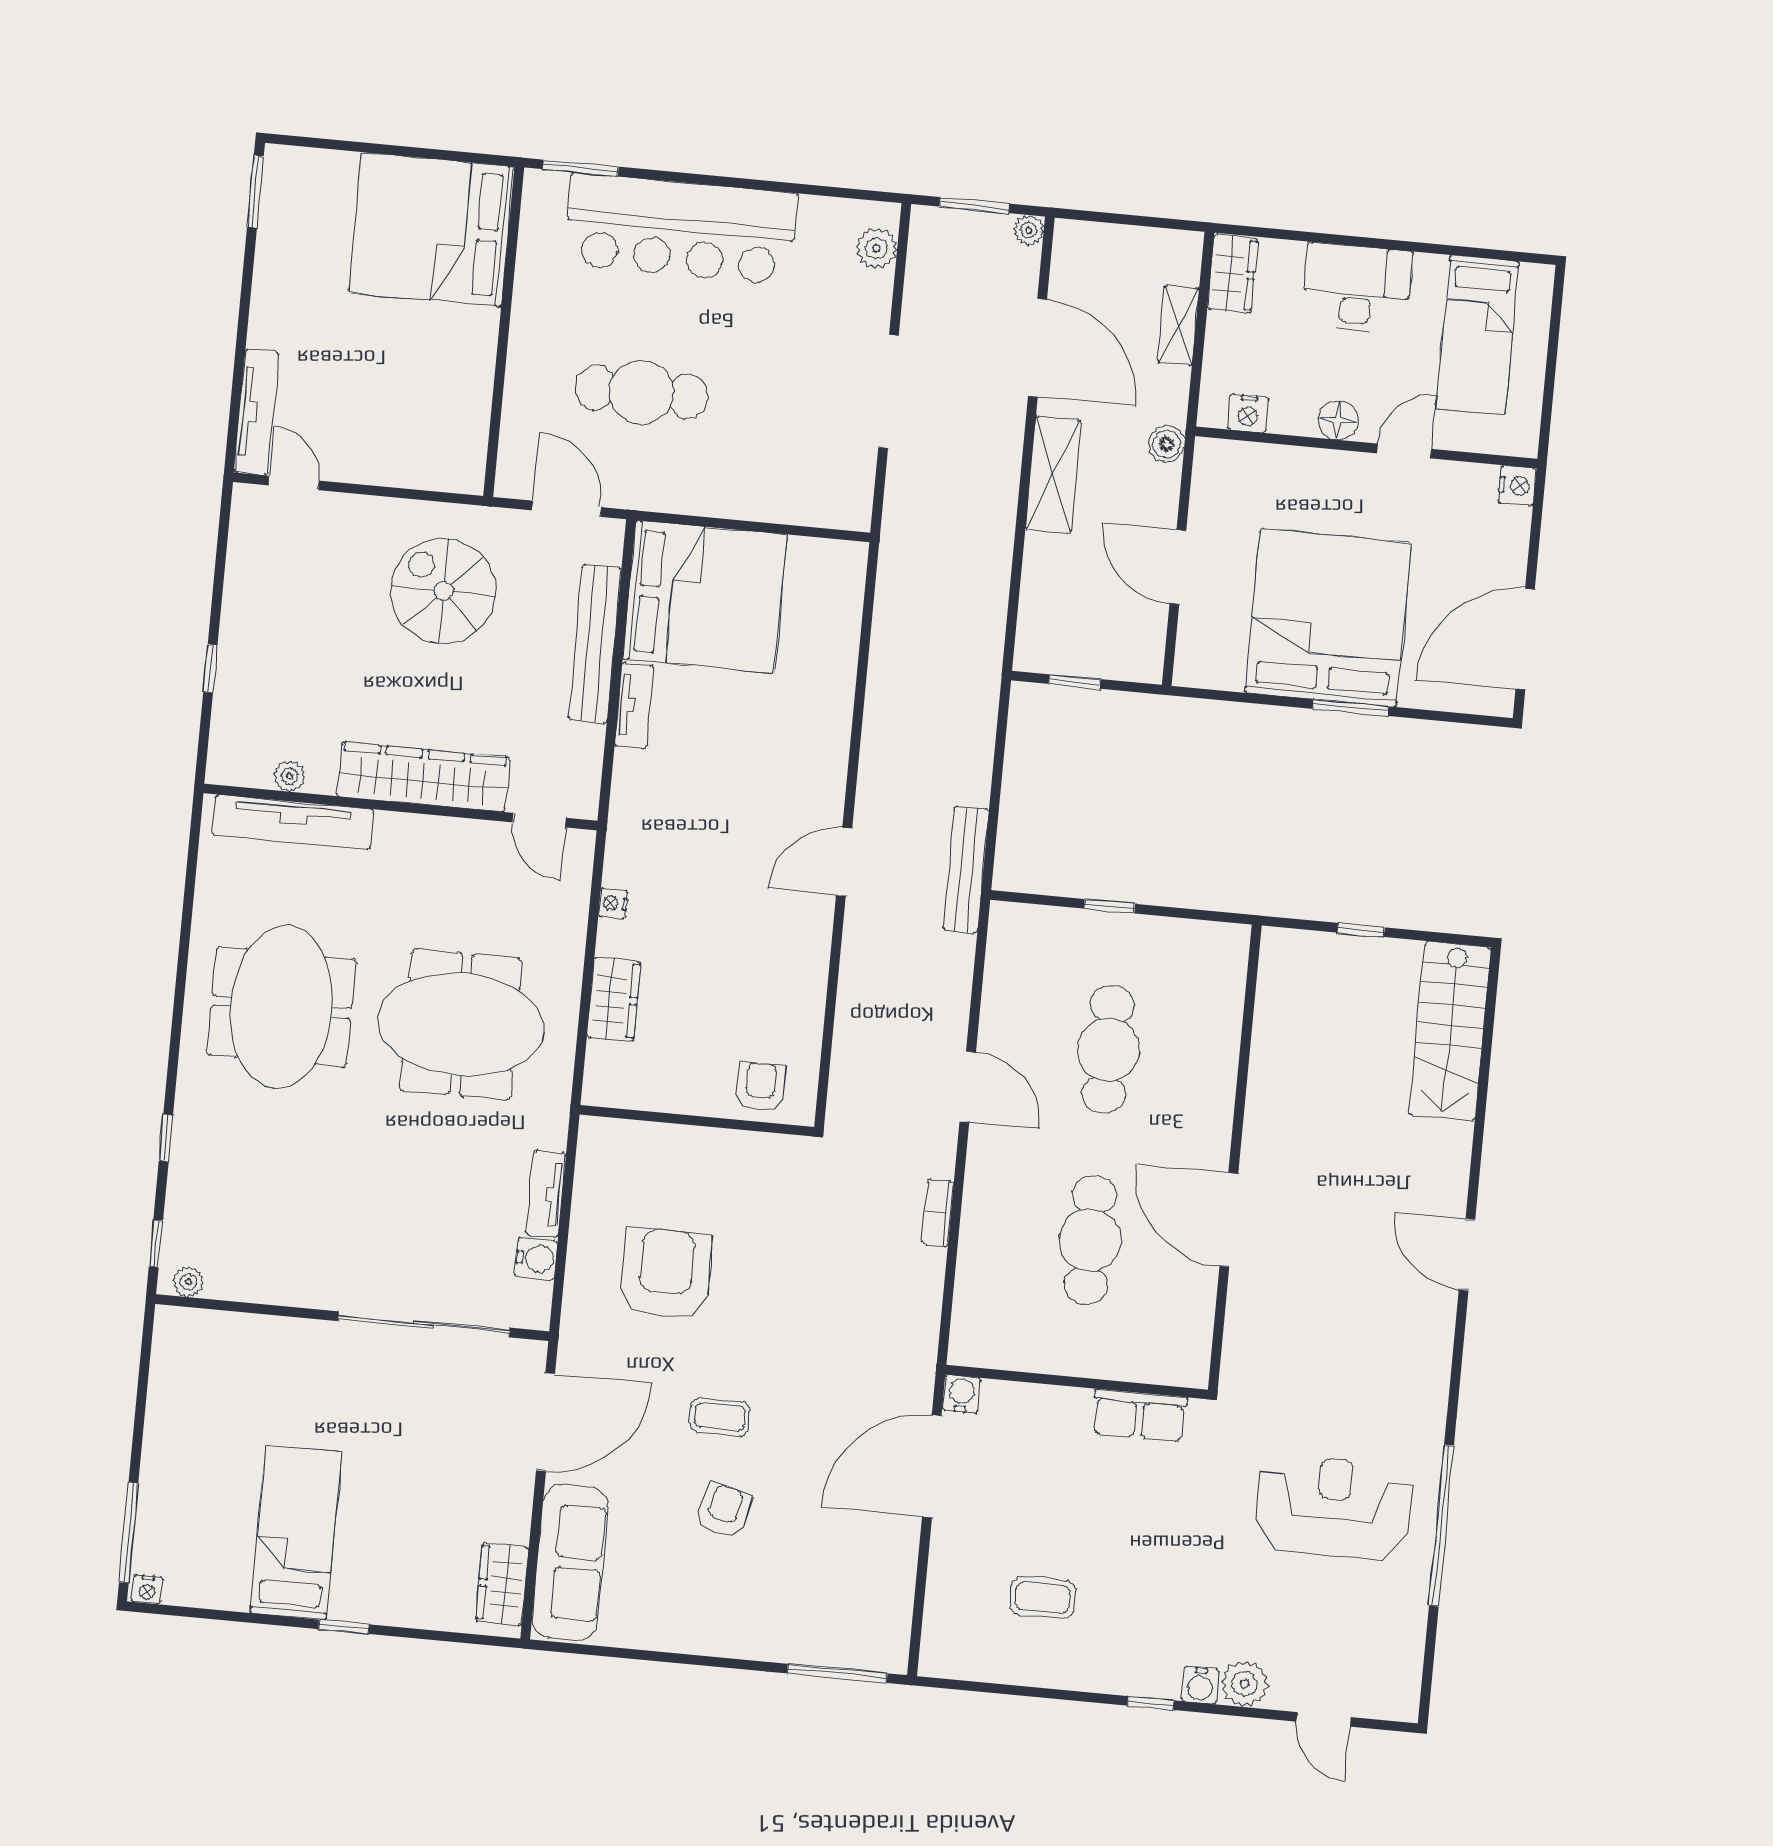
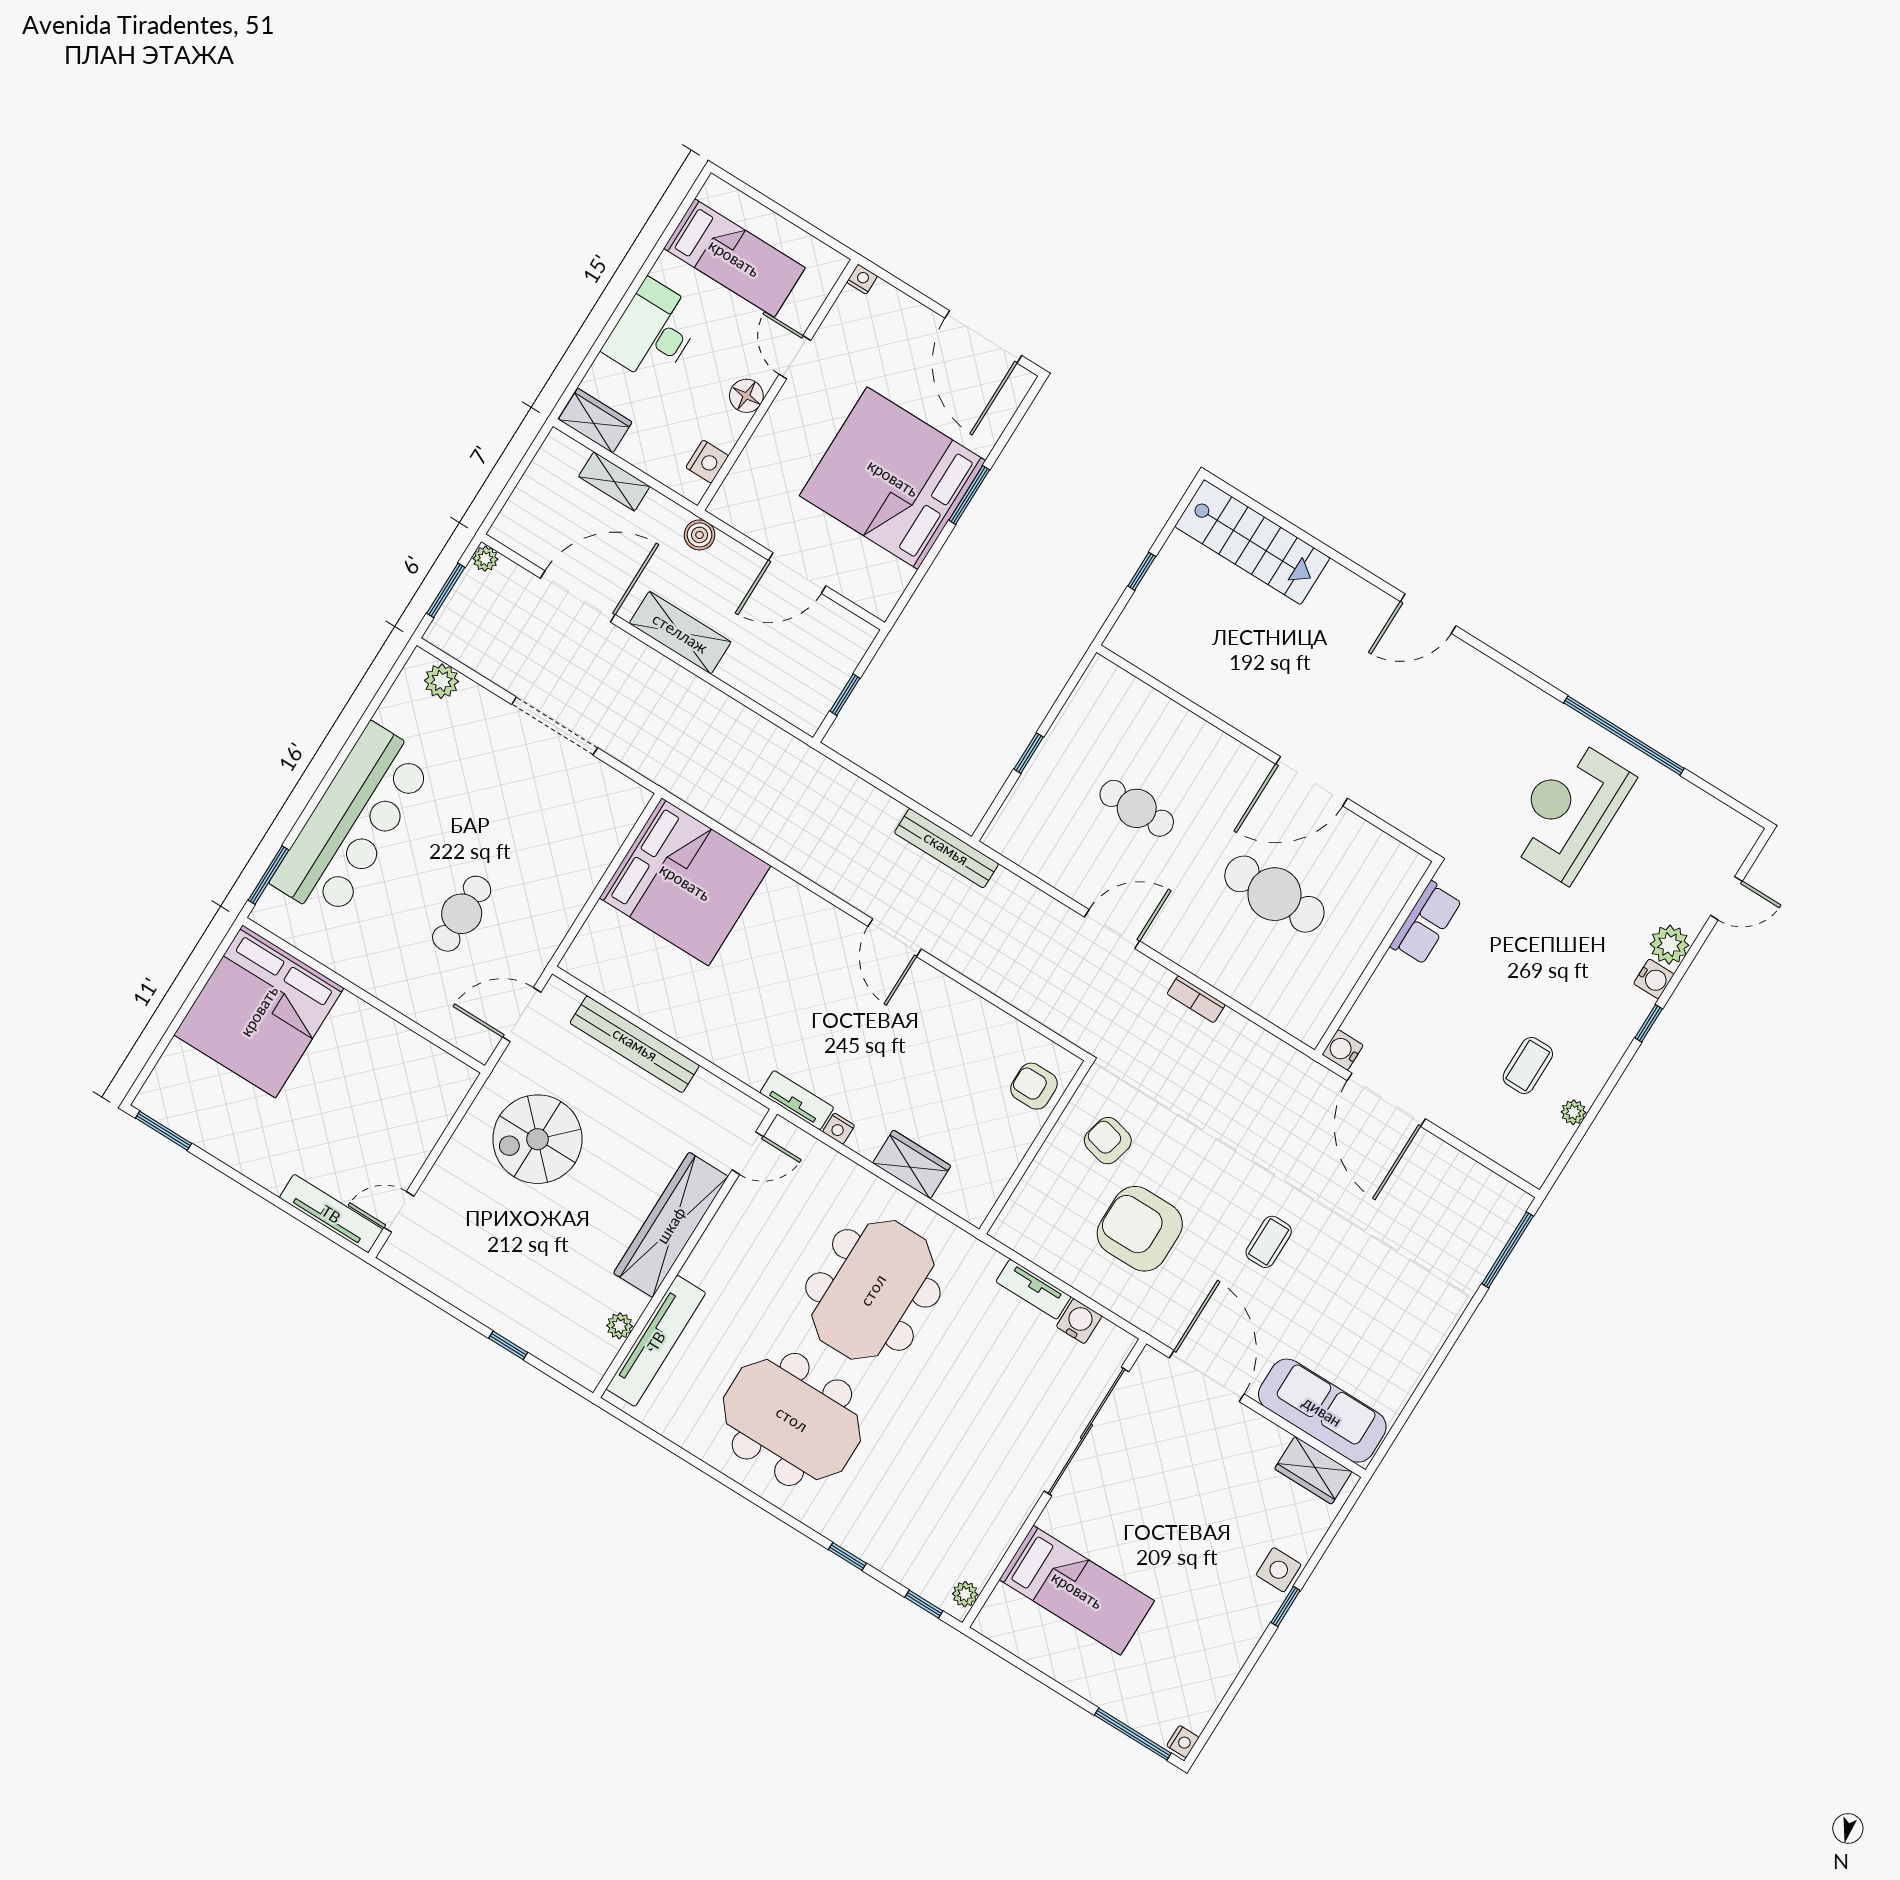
cafe table: (642, 392) -> (462, 914), width x0.73, depth x0.74
nightstand: (1517, 486) -> (862, 279), width x0.72, depth x0.74
bed: (705, 597) -> (685, 882), moved, turned 90
tv unit: (634, 706) -> (797, 1100), moved
cafe table: (1108, 1049) -> (1137, 808), width x0.73, depth x0.74
armchair: (723, 1510) -> (1108, 1141), moved
bed: (296, 1533) -> (1077, 1590), moved, turned 180
side table: (379, 1600) -> (1279, 1570), added
plant: (1017, 1671) -> (1573, 1112), added

